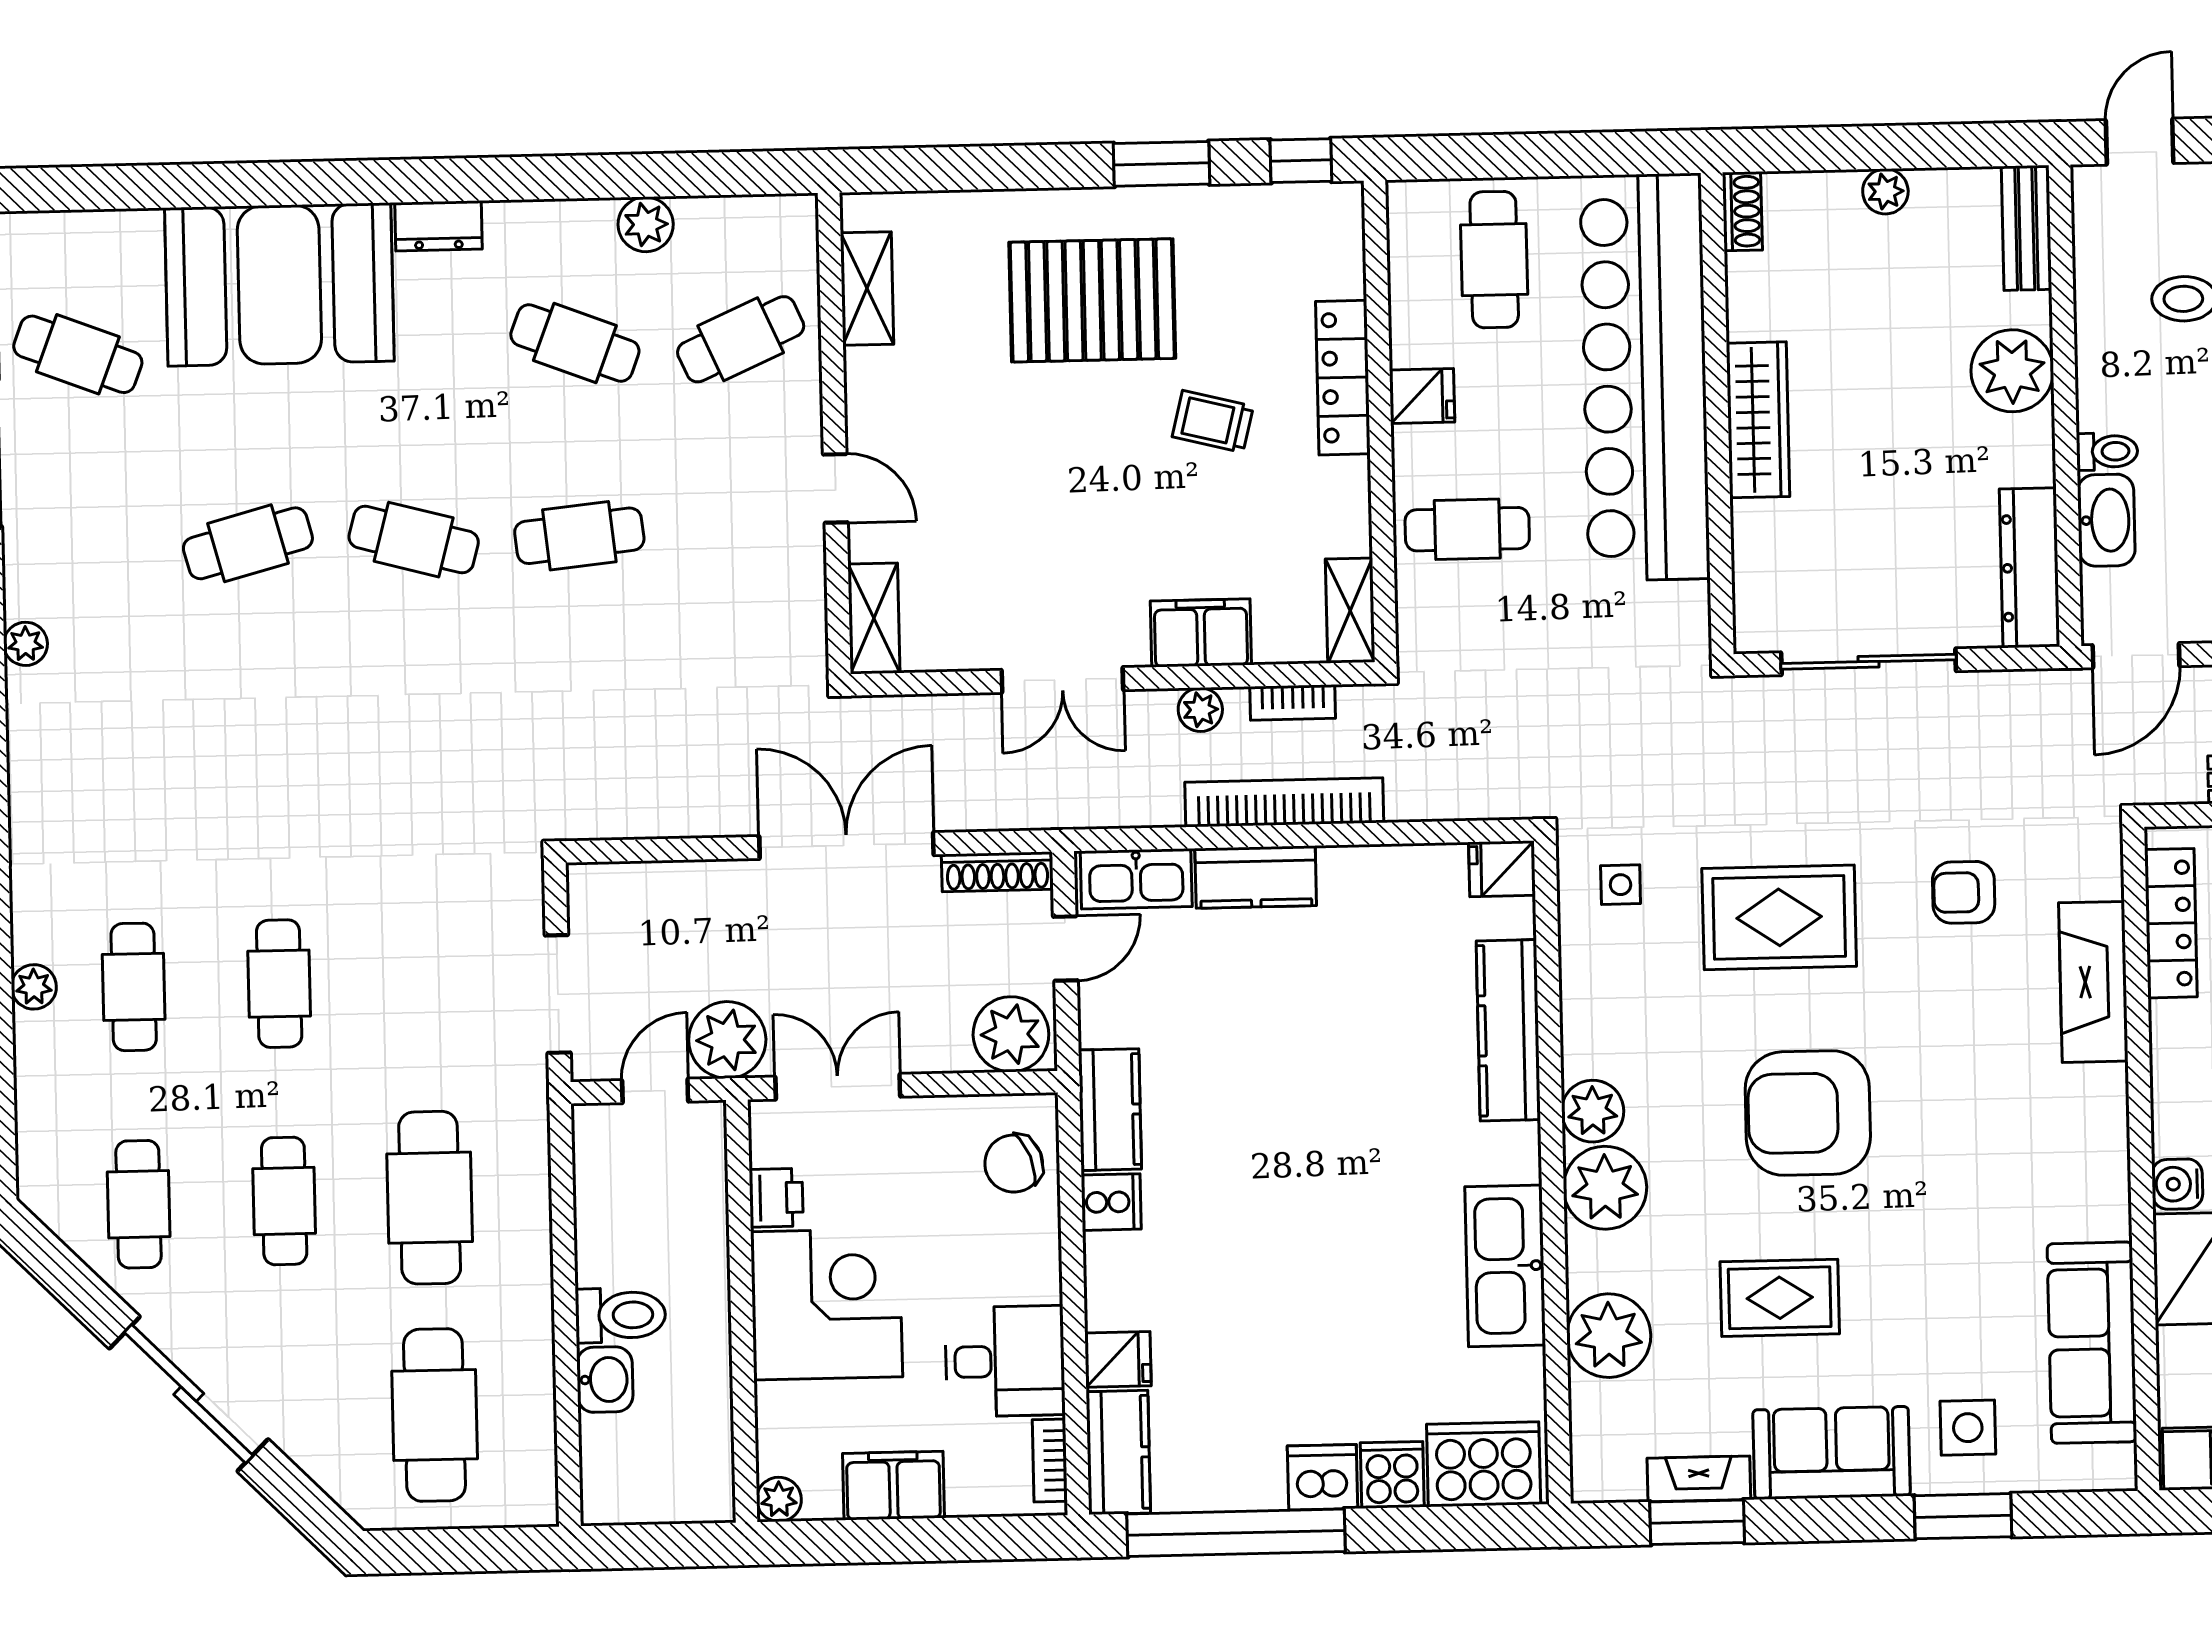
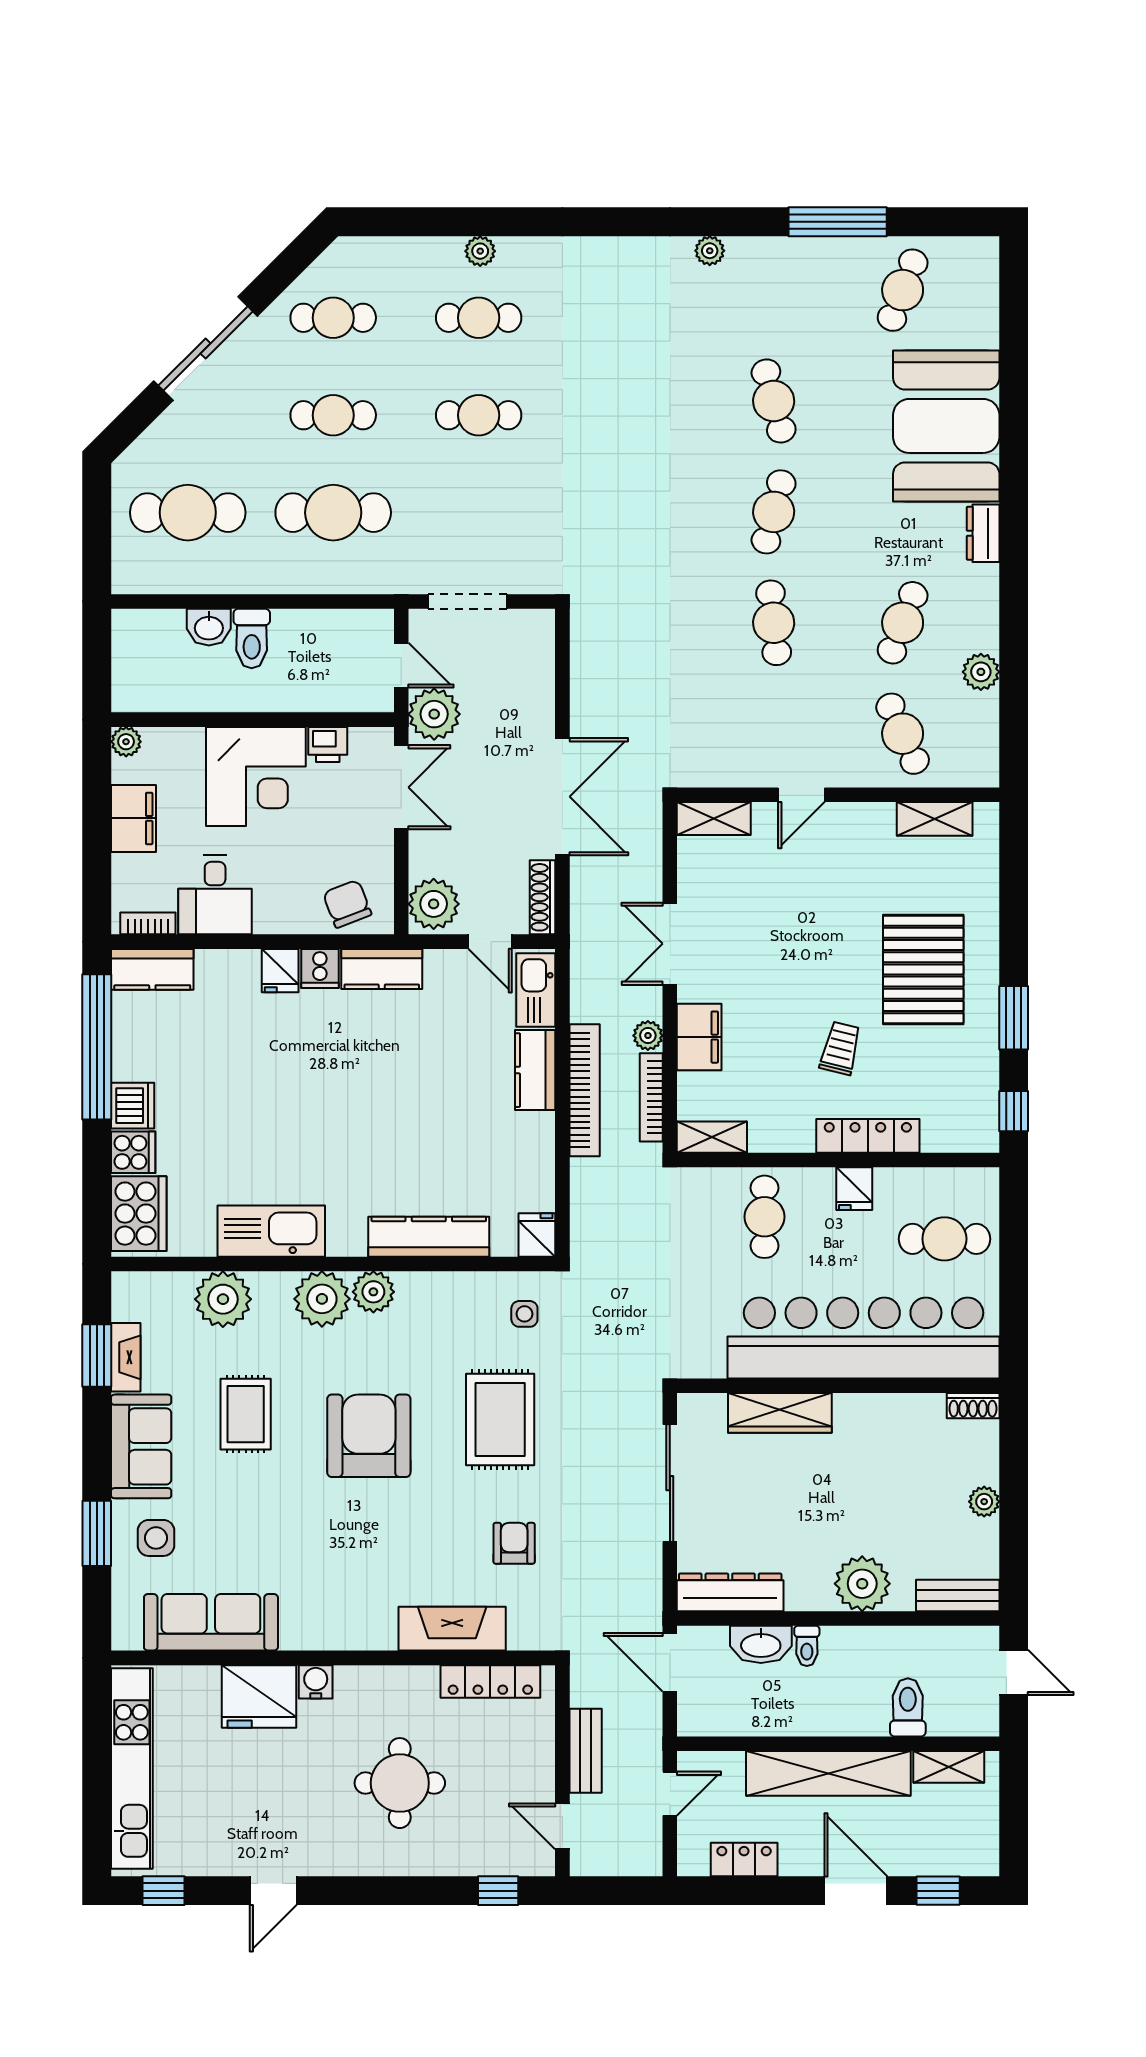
wardrobe: (1758, 420) -> (780, 1413), moved
bookcase: (1293, 702) -> (651, 1097), width x1.56
fridge: (1118, 1359) -> (280, 971), moved

